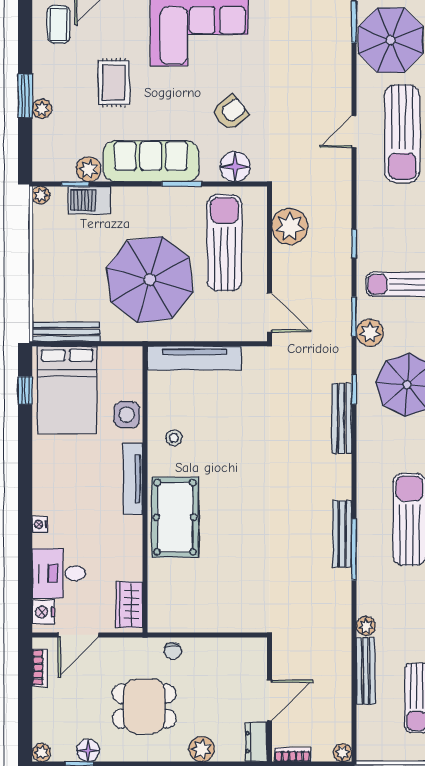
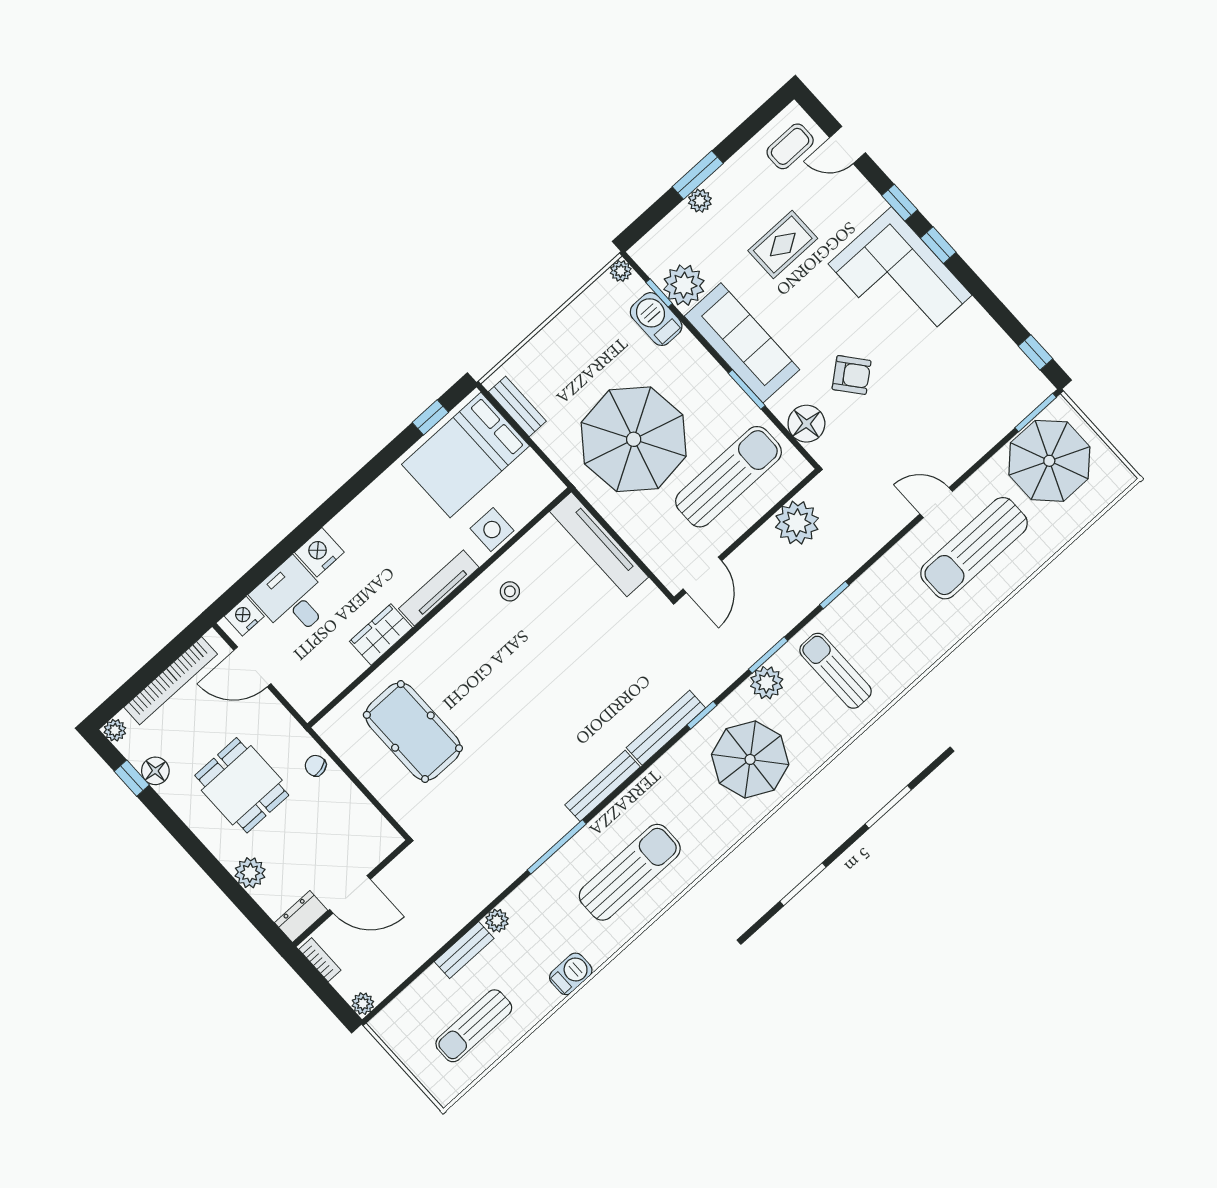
plant: (89, 169) -> (684, 285), width x1.36, depth x1.36
bench: (66, 332) -> (517, 406), width x0.73
pool table: (175, 517) -> (413, 732), moved, turned 90
nightstand: (40, 524) -> (319, 552), width x1.89, depth x1.79
bench: (342, 534) -> (603, 786), moved
wardrobe: (129, 605) -> (381, 634), moved
chair: (173, 651) -> (316, 766), turned 75
bookcase: (40, 667) -> (171, 681), width x2.31, depth x1.31
bench: (366, 671) -> (464, 950), width x0.73

